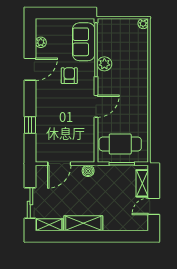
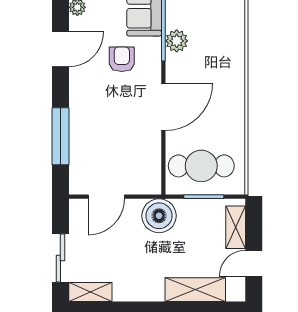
door: (96, 106) -> (163, 107), width x1.36
window: (30, 125) -> (60, 136), width x2.17
boiler: (88, 171) -> (159, 216), width x1.86, depth x1.86
shelving: (83, 223) -> (195, 290), moved

